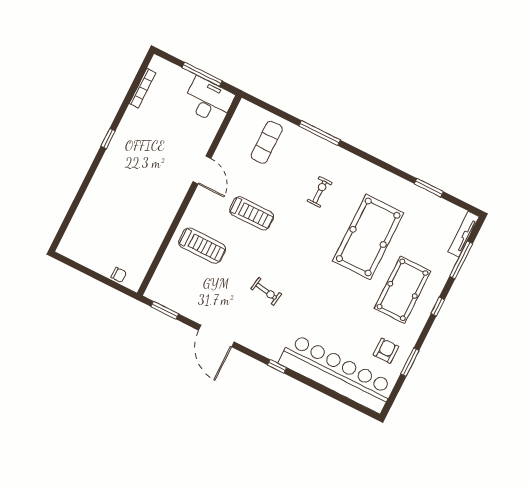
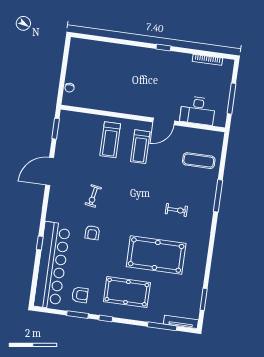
desk: (208, 100) -> (198, 111), moved, turned 90
window: (429, 188) -> (204, 299), moved
treadmill: (252, 213) -> (140, 147), moved
window: (438, 307) -> (106, 319), moved
armchair: (312, 308) -> (92, 233), added
window: (277, 366) -> (40, 243), moved

